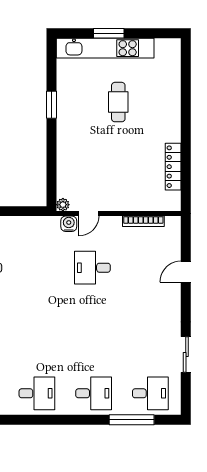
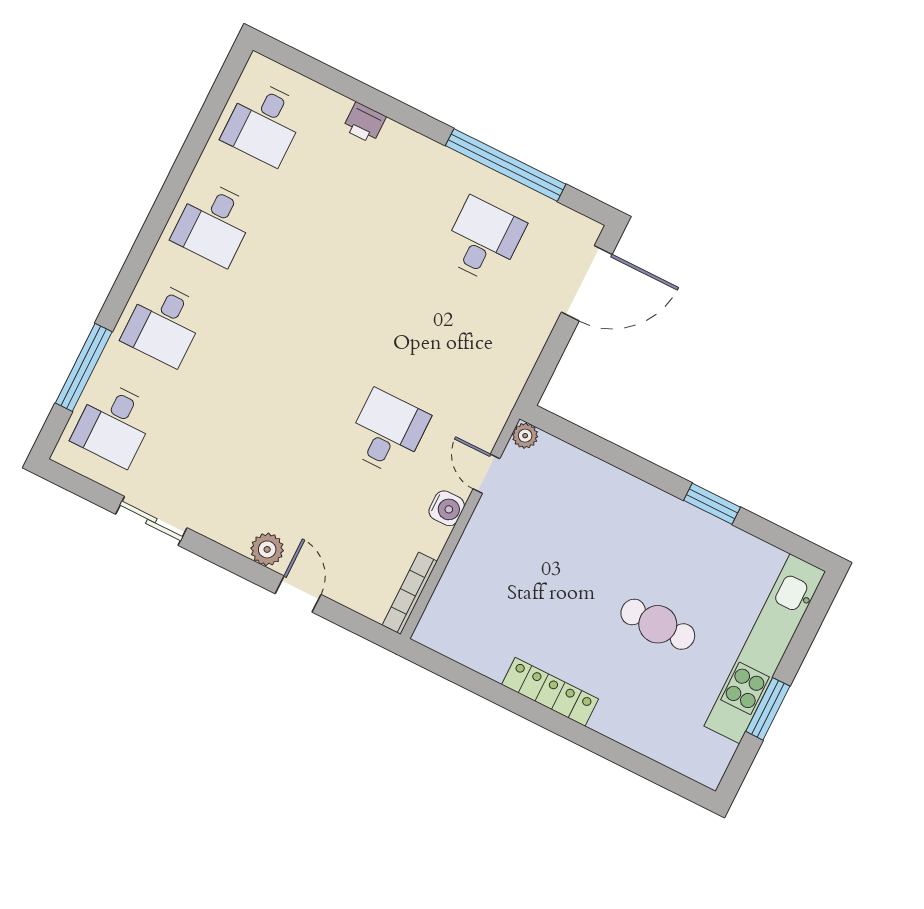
window: (109, 33) -> (768, 709), moved
locker: (173, 167) -> (550, 692), moved
bookcase: (143, 221) -> (410, 593), moved
water cooler: (69, 224) -> (447, 508), moved
plant: (173, 296) -> (267, 549), added

